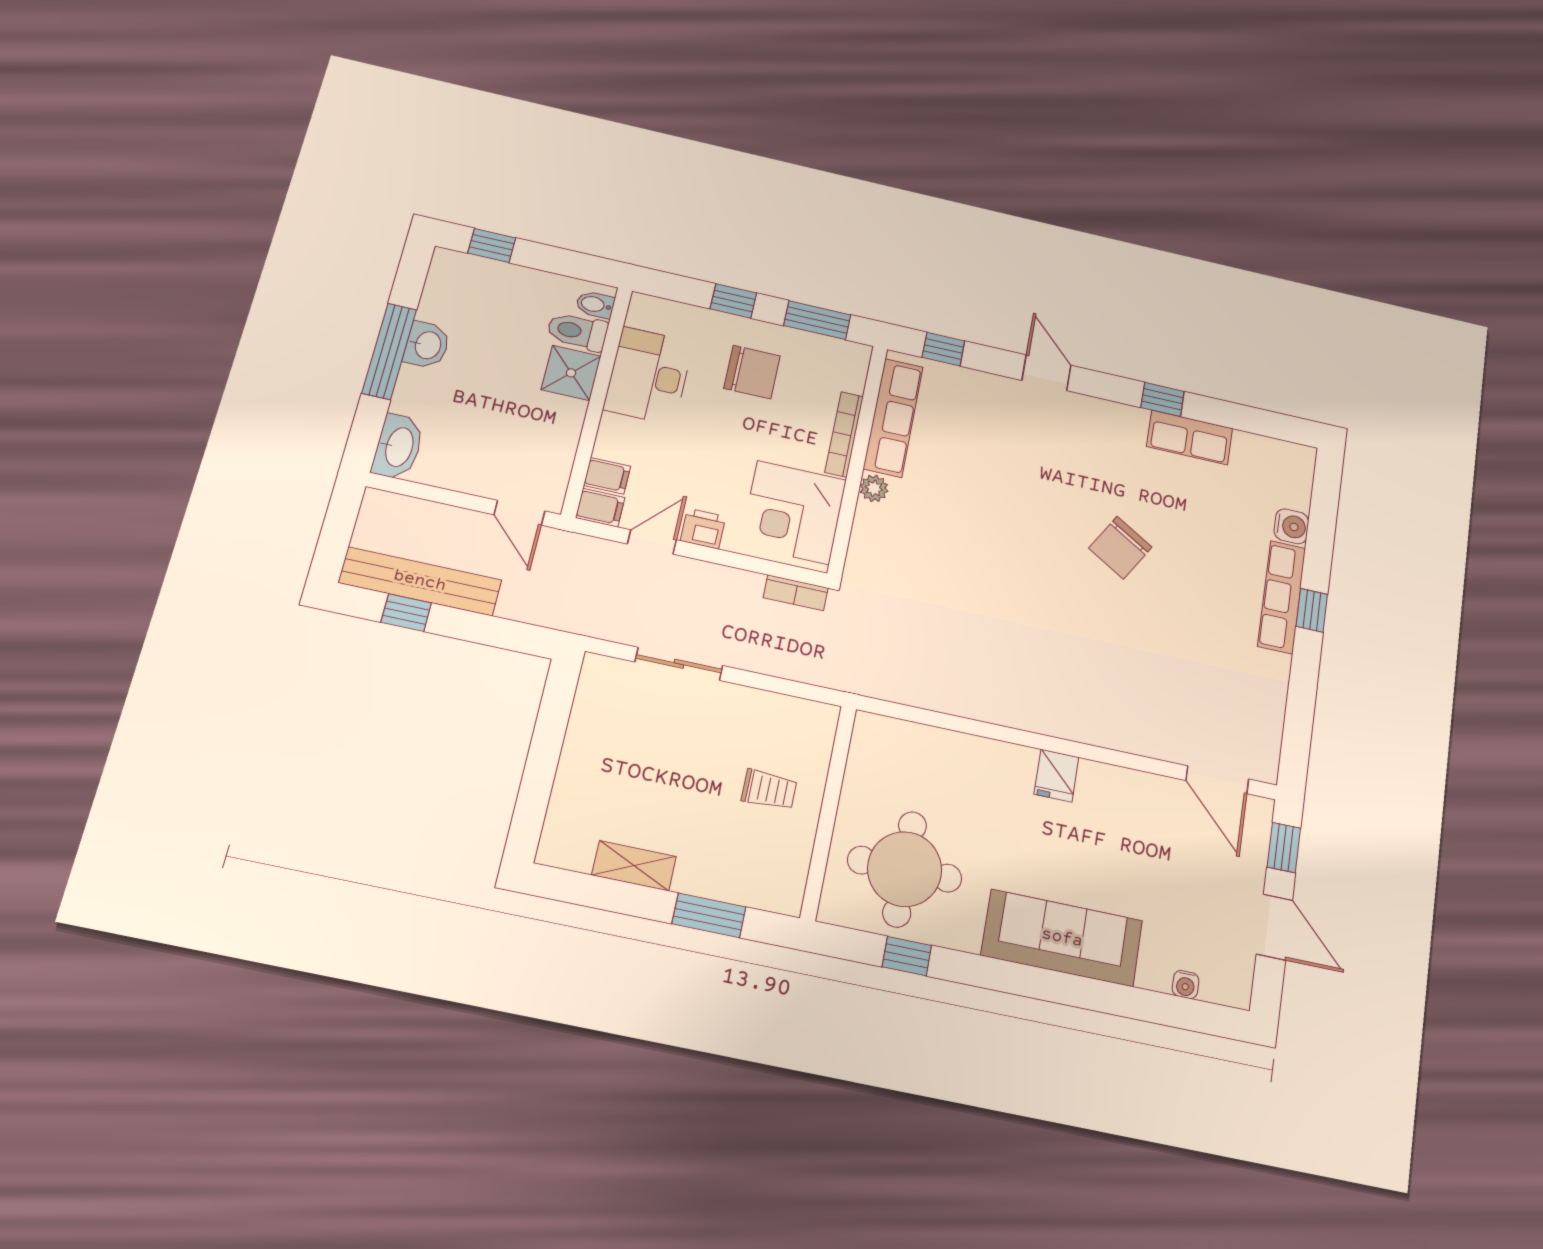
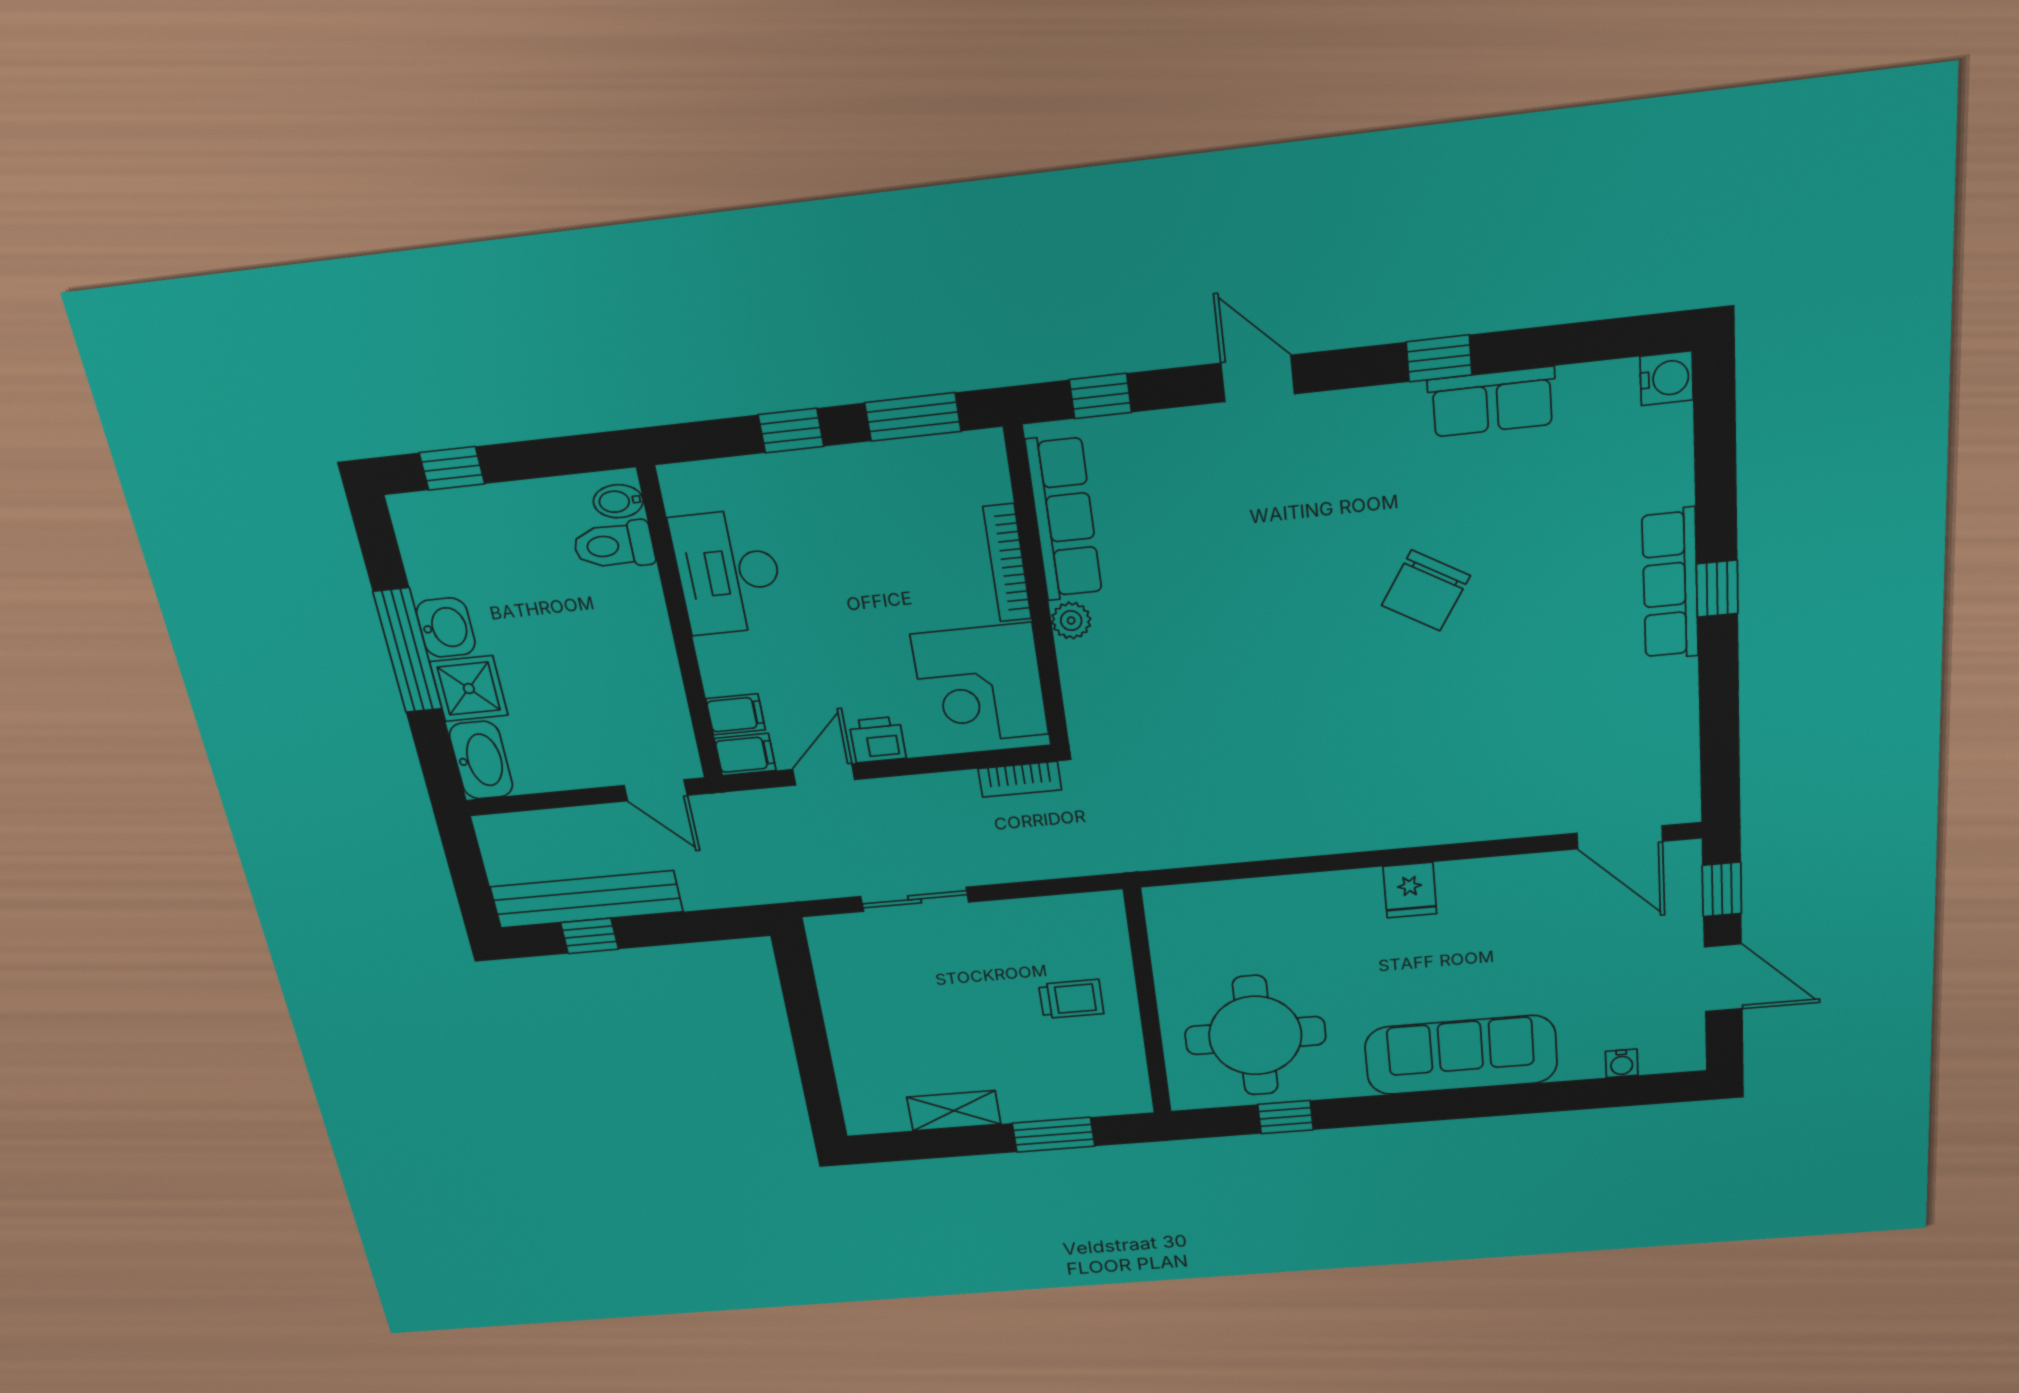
chair: (752, 372) -> (856, 521), removed
shower: (571, 373) -> (469, 689), moved
water cooler: (1291, 526) -> (1667, 378), moved

